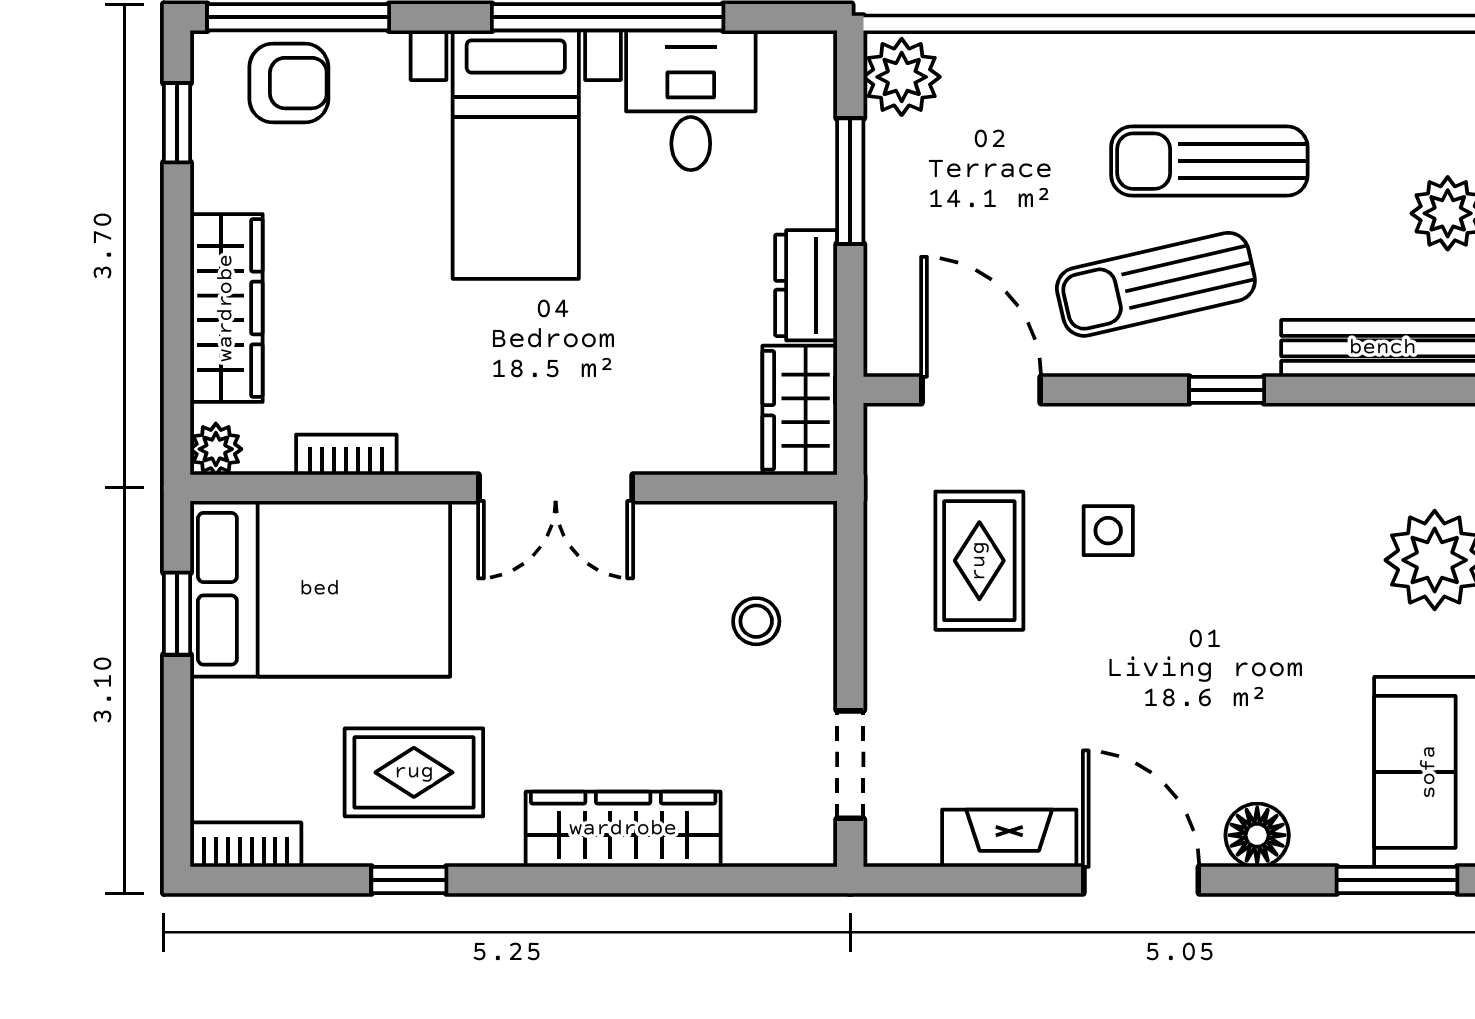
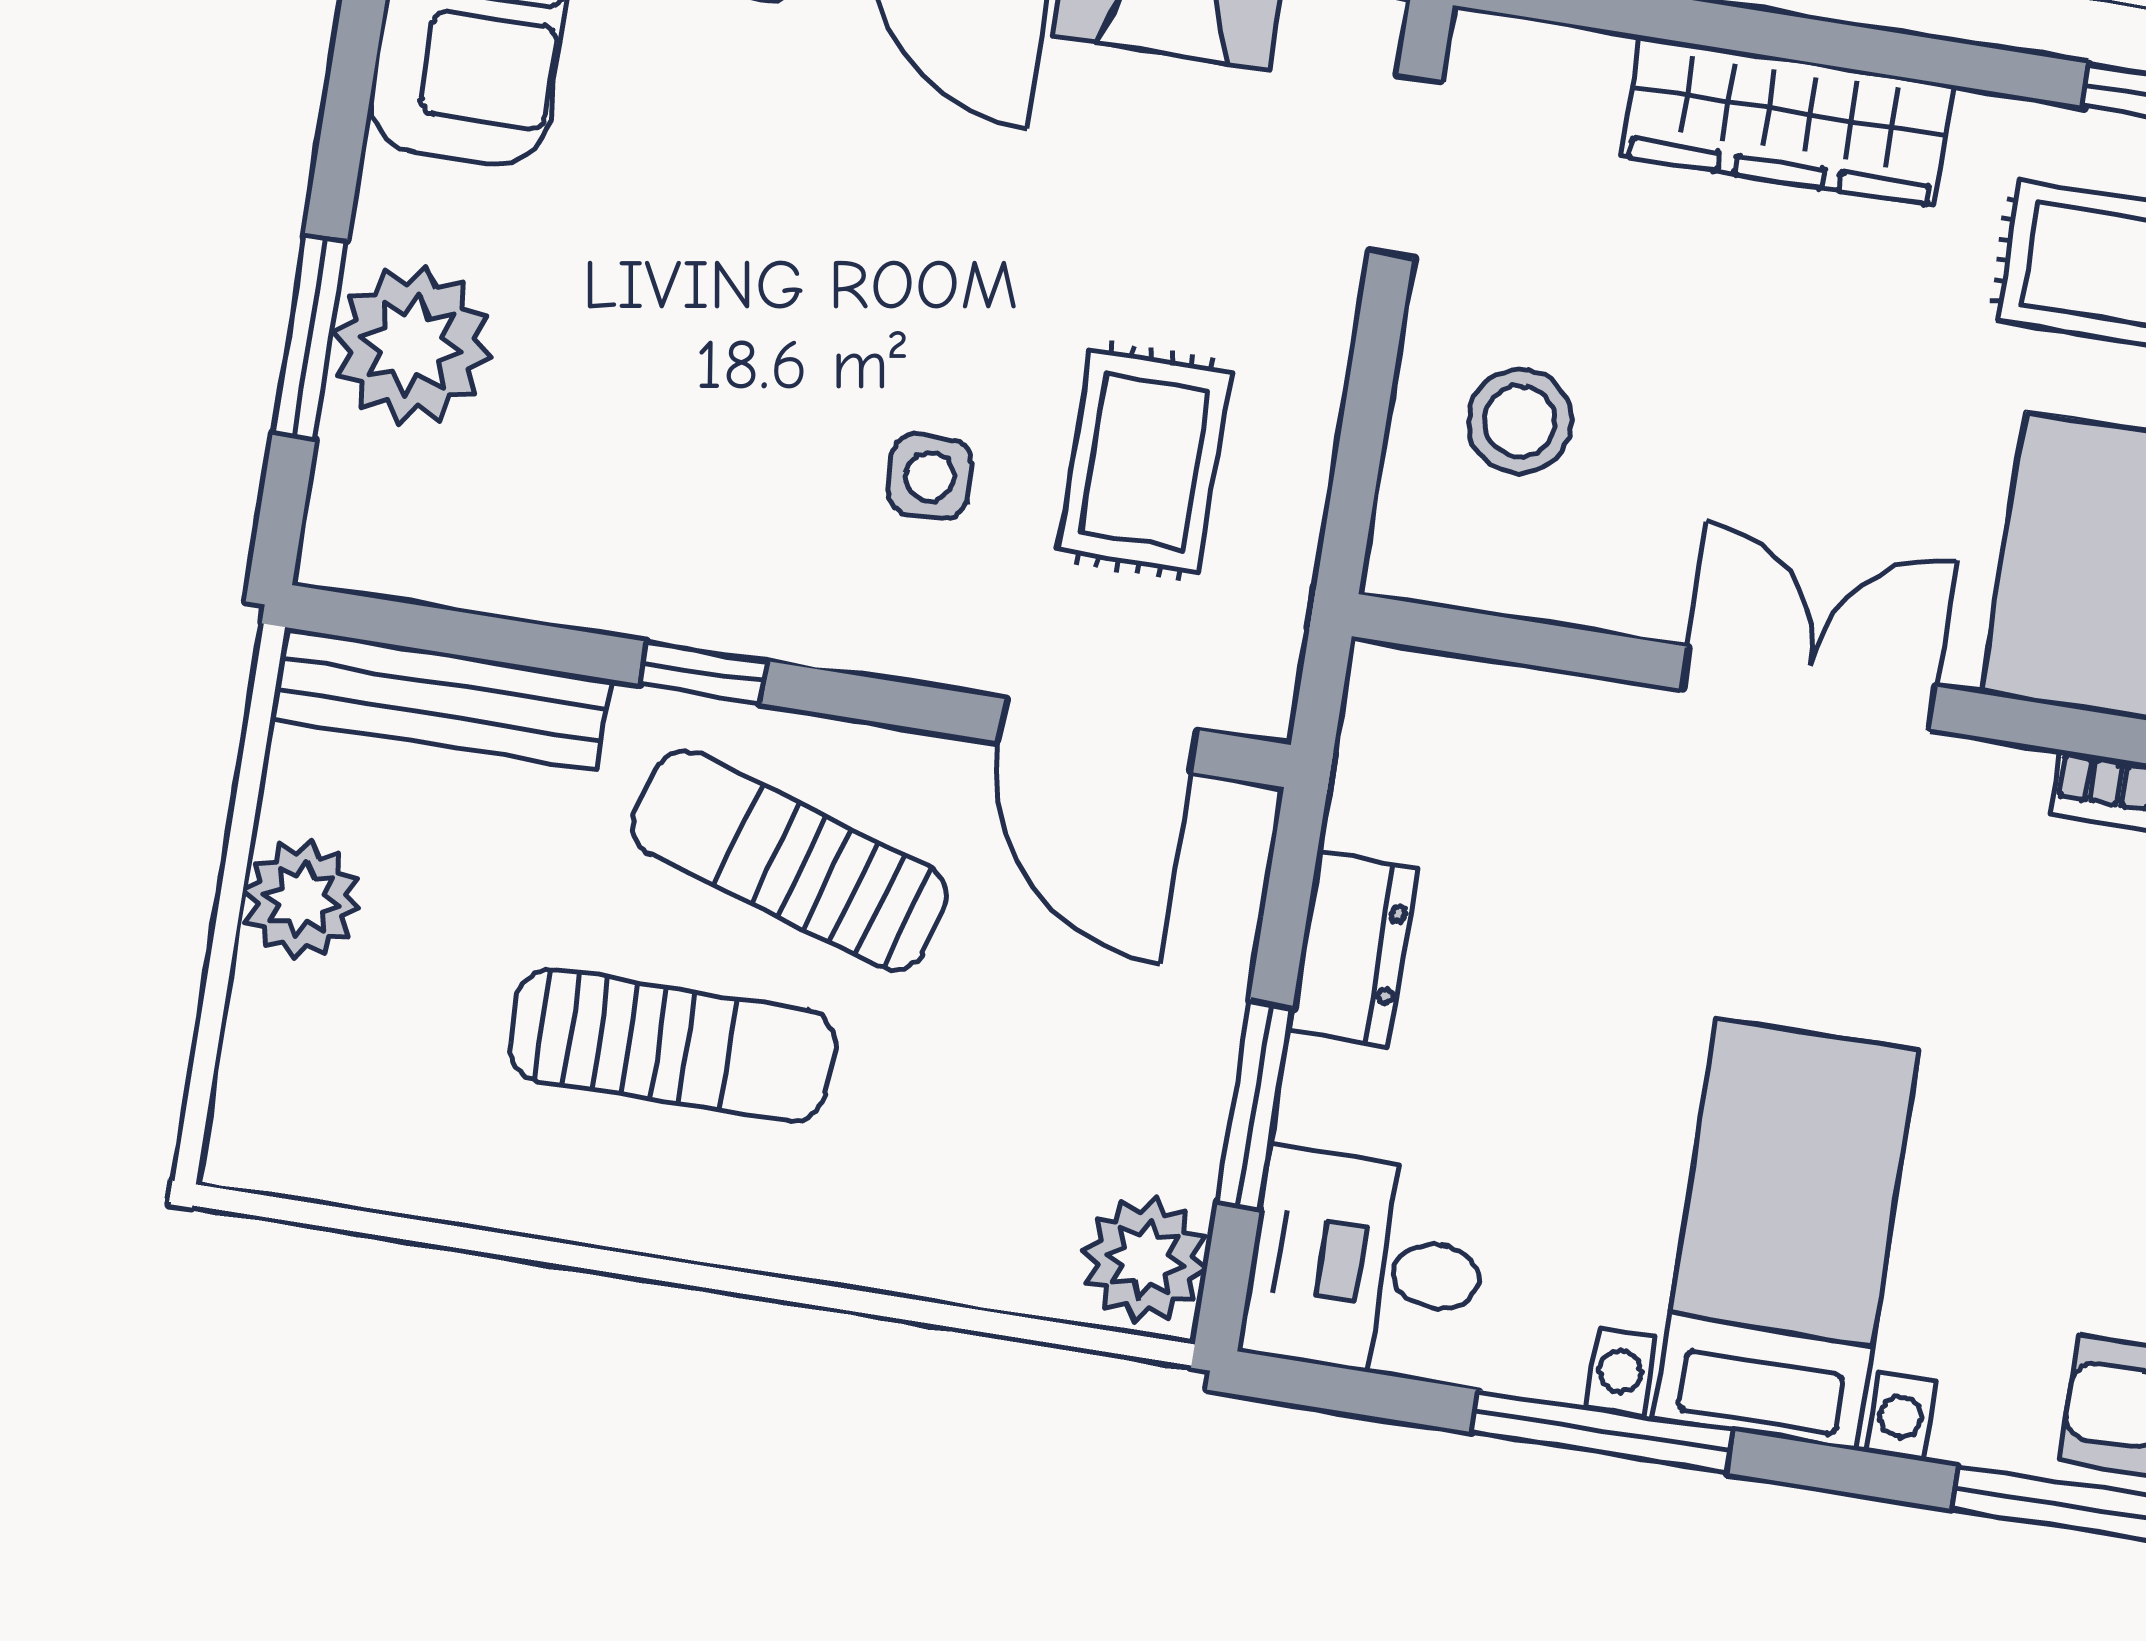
window: (608, 17) -> (1603, 1432), width x0.68
desk: (691, 100) -> (1366, 1265), moved, turned 90
sun lounger: (1156, 284) -> (789, 860), turned -150
wardrobe: (800, 410) -> (1395, 750), removed
stool: (756, 621) -> (1520, 421), width x1.37, depth x1.37

